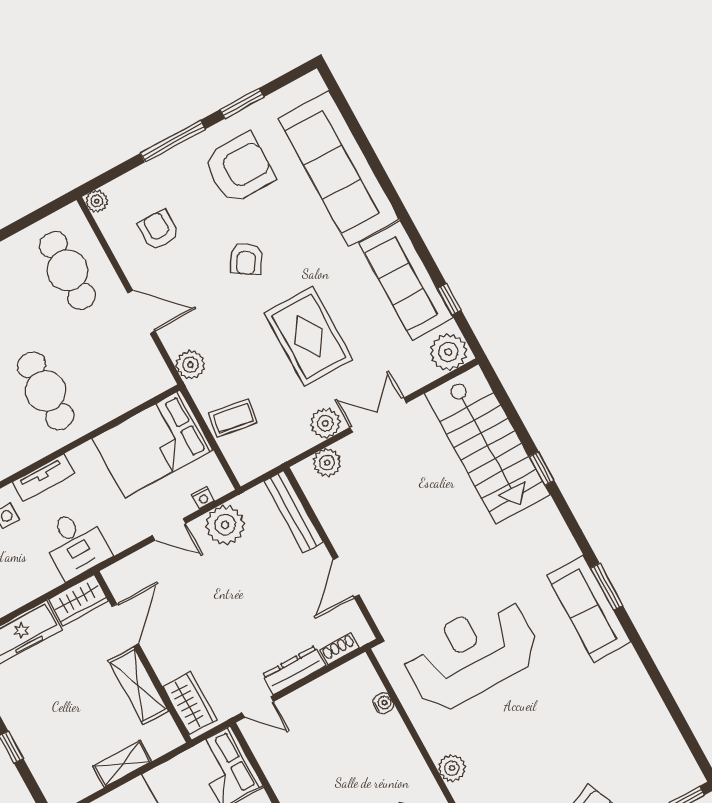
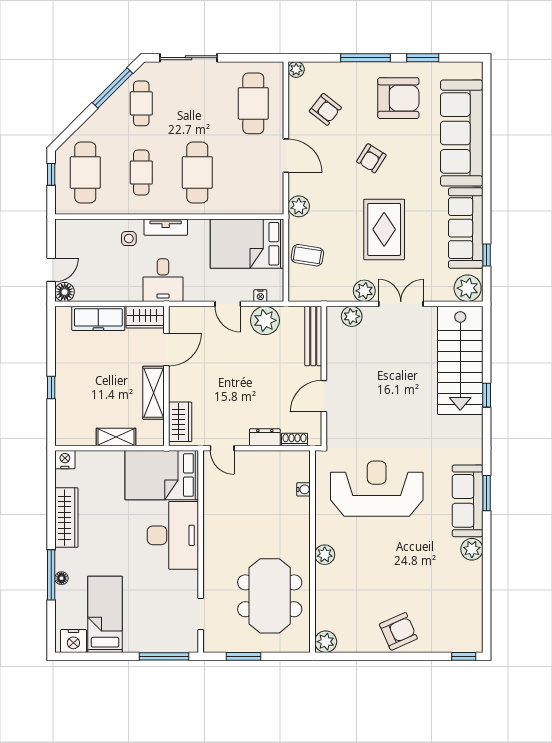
armchair: (158, 230) -> (325, 109), turned 128
plant: (626, 664) -> (472, 549), added
dresser: (294, 670) -> (265, 437), width x0.70

